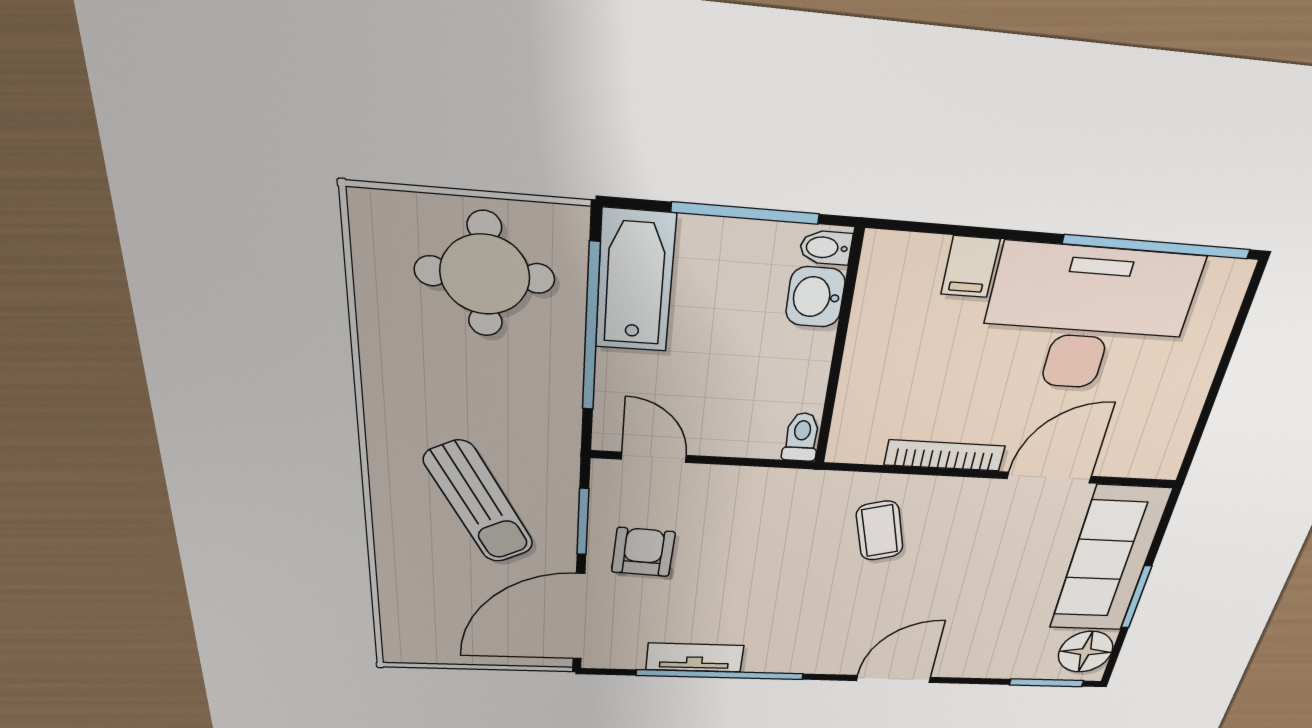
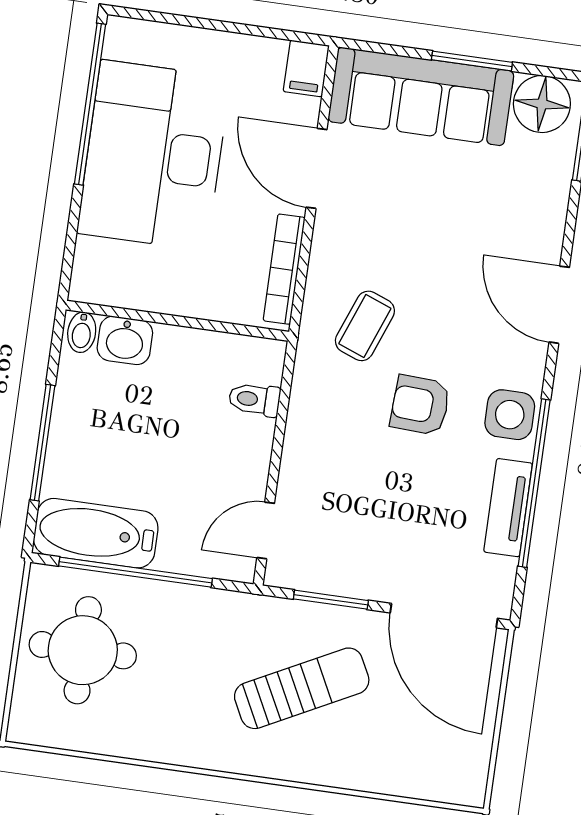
bidet: (826, 248) -> (82, 332), moved
filing cabinet: (970, 267) -> (306, 68), moved, turned 90
washbasin: (815, 297) -> (125, 340), moved
wall: (838, 352) -> (177, 321), moved
coffee table: (880, 531) -> (365, 326), turned -54
armchair: (643, 552) -> (420, 405), moved
side table: (787, 652) -> (510, 415), added

